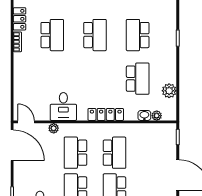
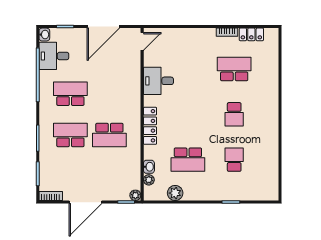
school desk: (52, 35) -> (234, 69), turned 180
school desk: (95, 35) -> (234, 114), width x0.54
school desk: (138, 35) -> (234, 160), width x0.54
plant: (54, 128) -> (135, 195), moved
door: (12, 145) -> (103, 27), moved
school desk: (75, 153) -> (109, 94), removed

